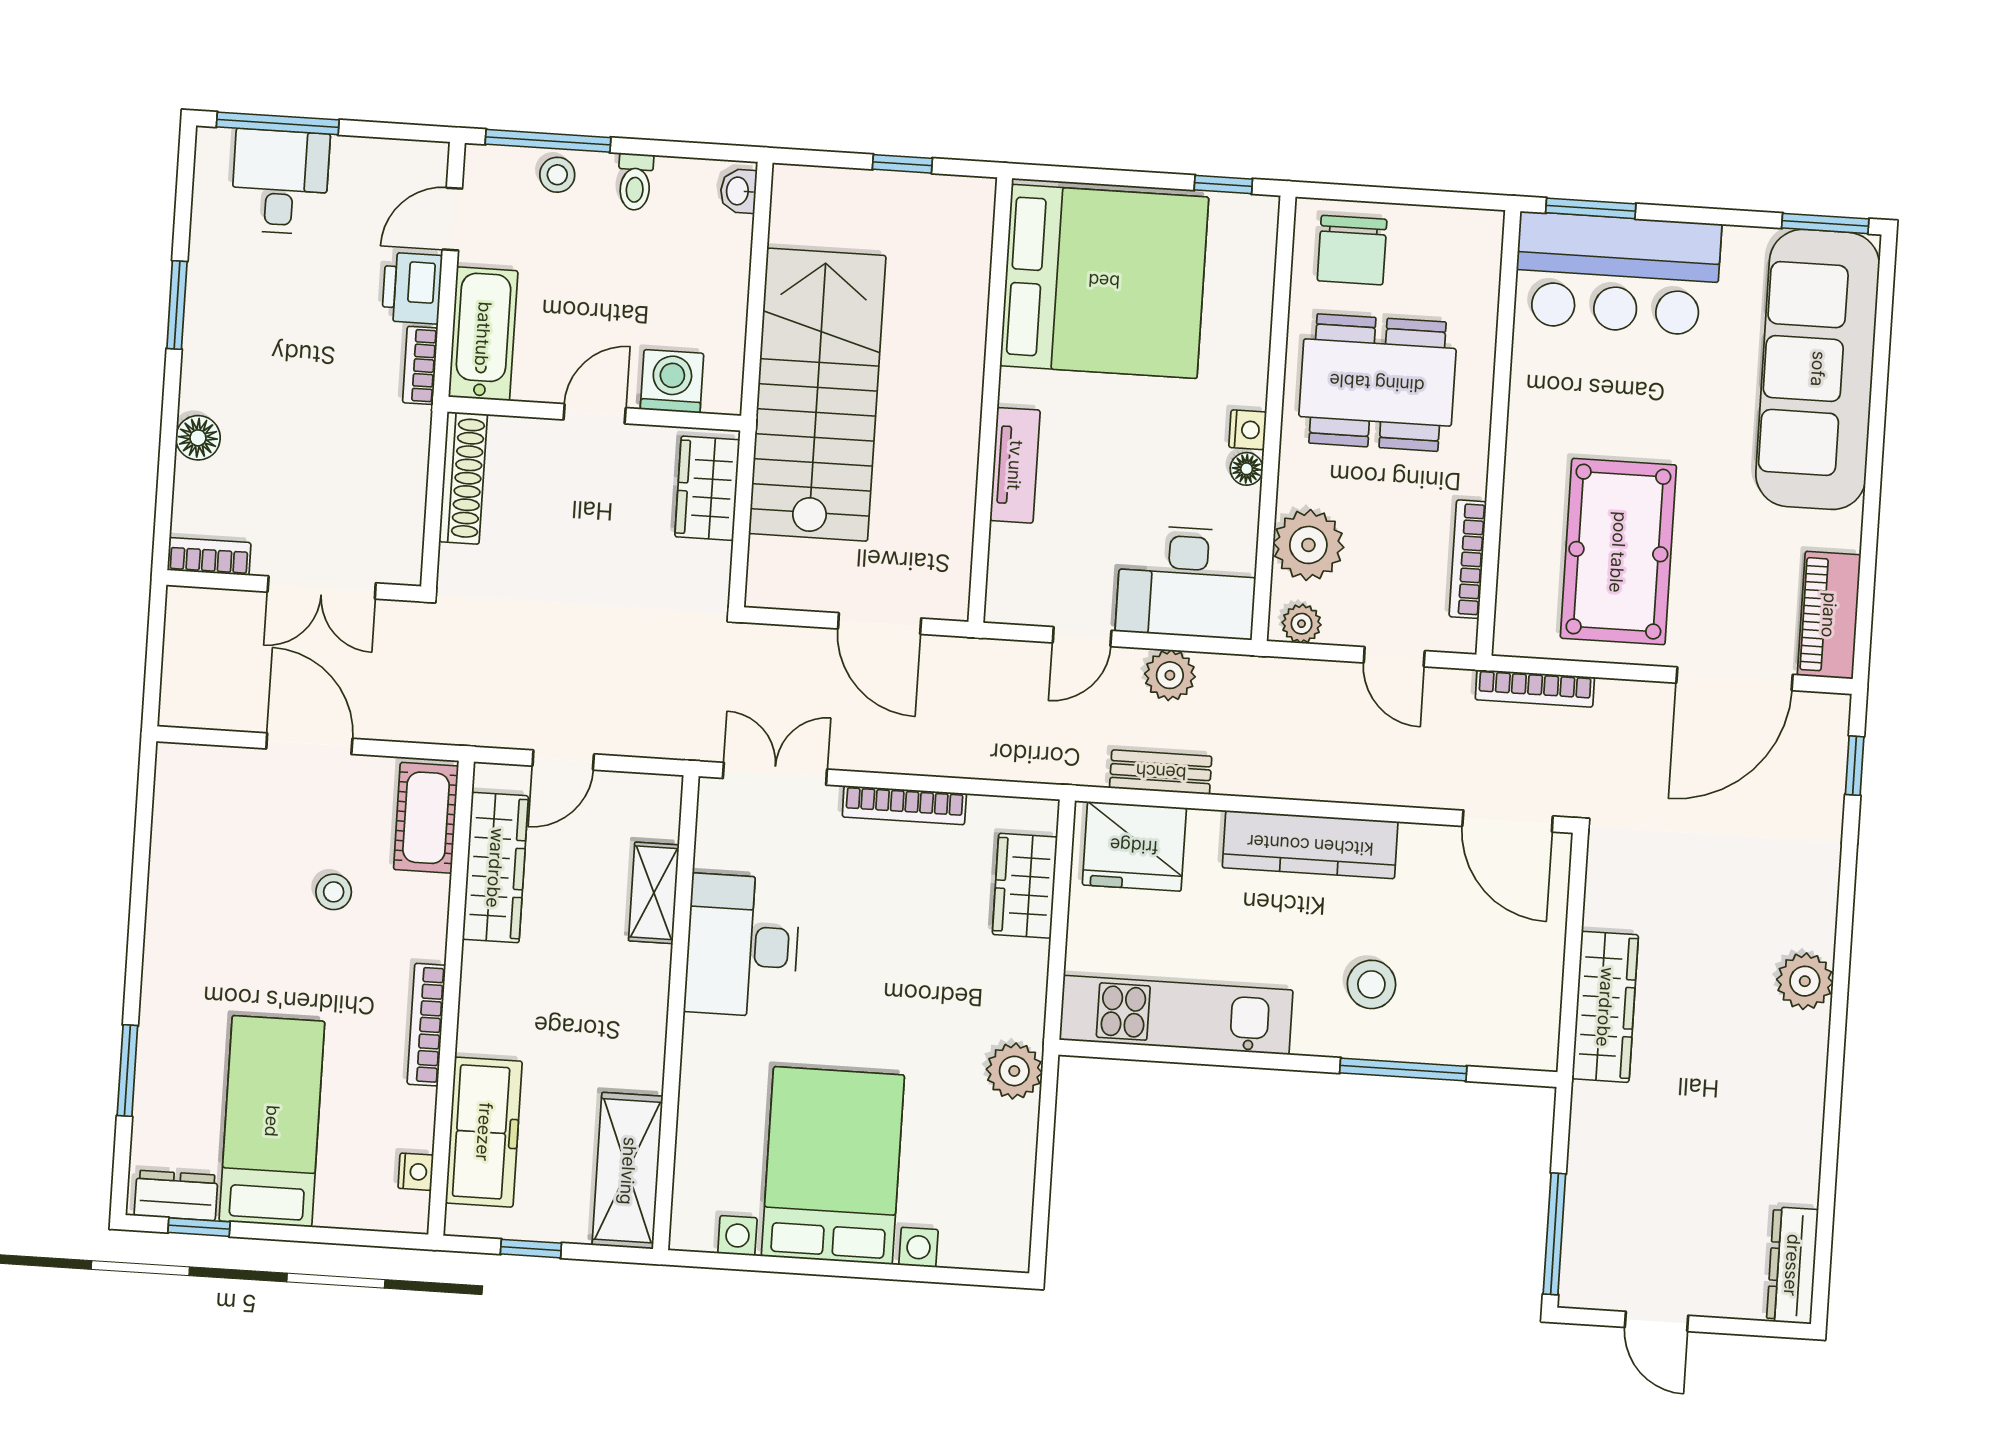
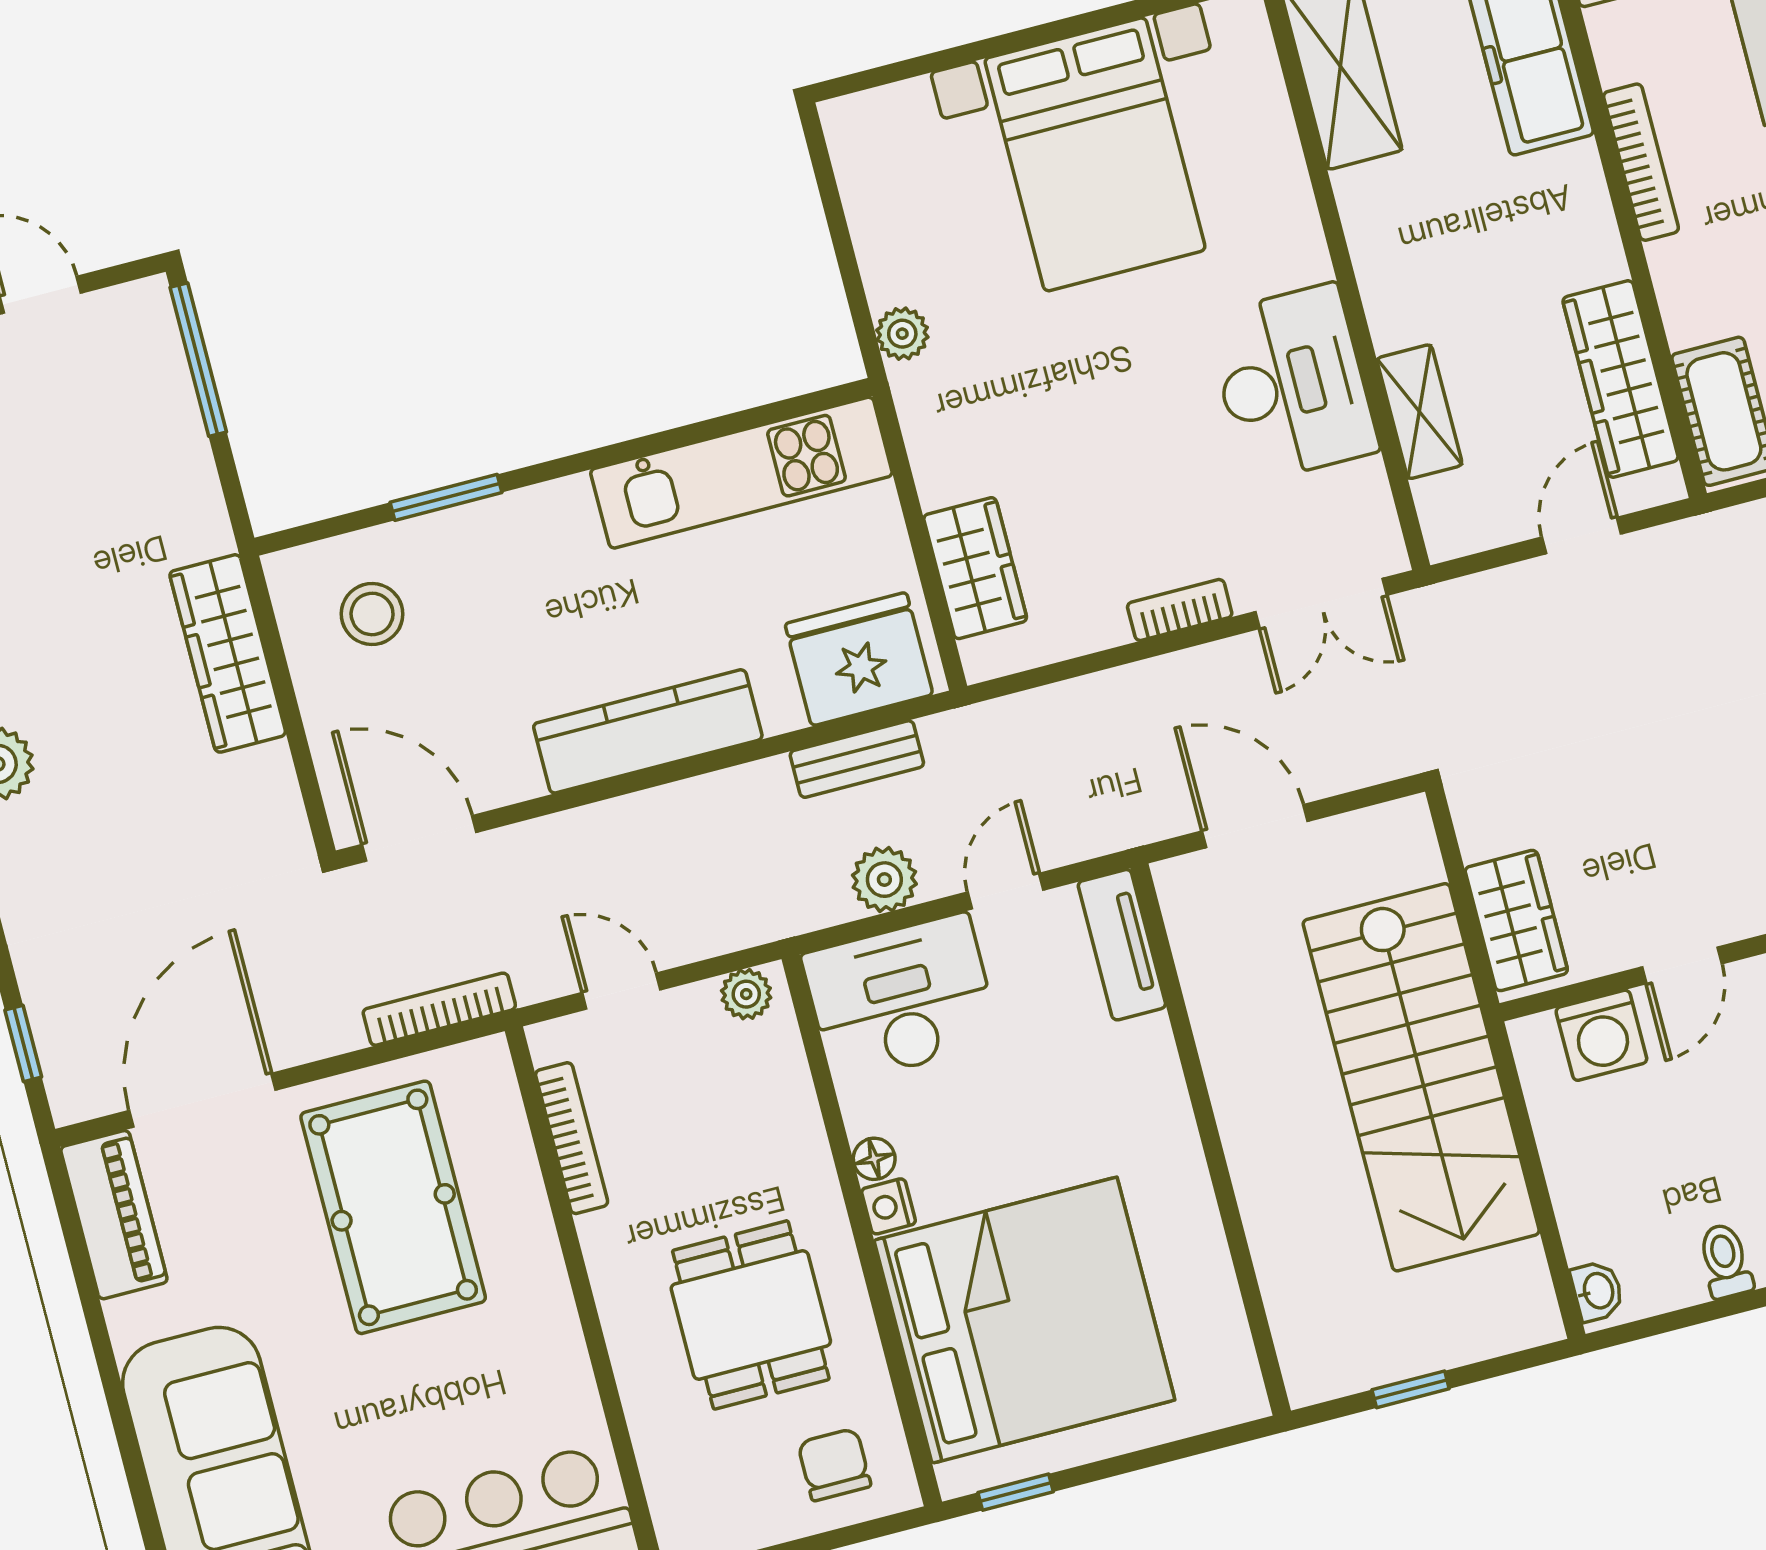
chair: (1352, 250) -> (834, 1465), width x0.73, depth x0.73
bed: (1104, 281) -> (1024, 1320), moved, turned 180
dining table: (1377, 383) -> (751, 1315), width x0.73
tv unit: (1015, 465) -> (1122, 945), moved
plant: (1308, 545) -> (769, 1092), removed
bookcase: (904, 805) -> (1180, 610), width x0.64
stool: (1371, 984) -> (372, 614), moved
window: (1403, 1070) -> (446, 497), width x0.69
plant: (1014, 1071) -> (902, 334), width x0.73, depth x0.73

